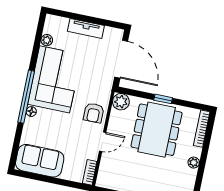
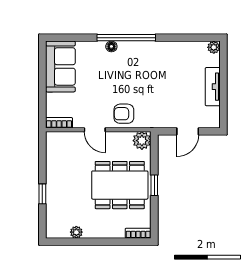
plant: (47, 40) -> (214, 47), moved
door: (121, 59) -> (188, 131), width x0.53
corner sofa: (55, 79) -> (151, 64), removed
bookcase: (202, 129) -> (138, 233), width x0.64
plant: (194, 163) -> (76, 232), moved

